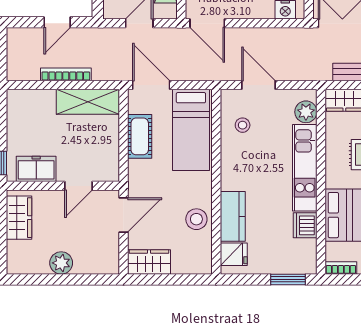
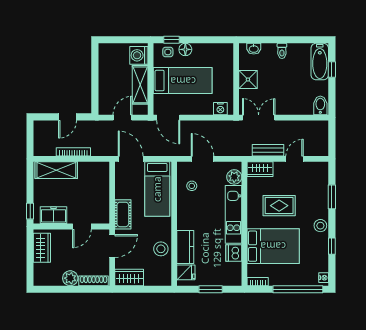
shelving: (88, 102) -> (56, 170), moved
cot: (140, 136) -> (123, 214), moved
shoe rack: (96, 267) -> (94, 281), added
window: (288, 279) -> (211, 289), moved

